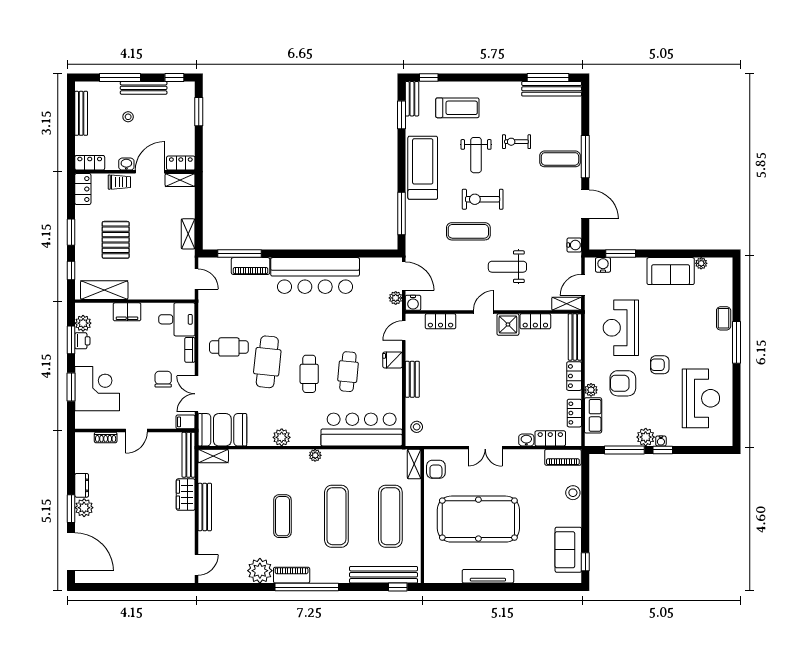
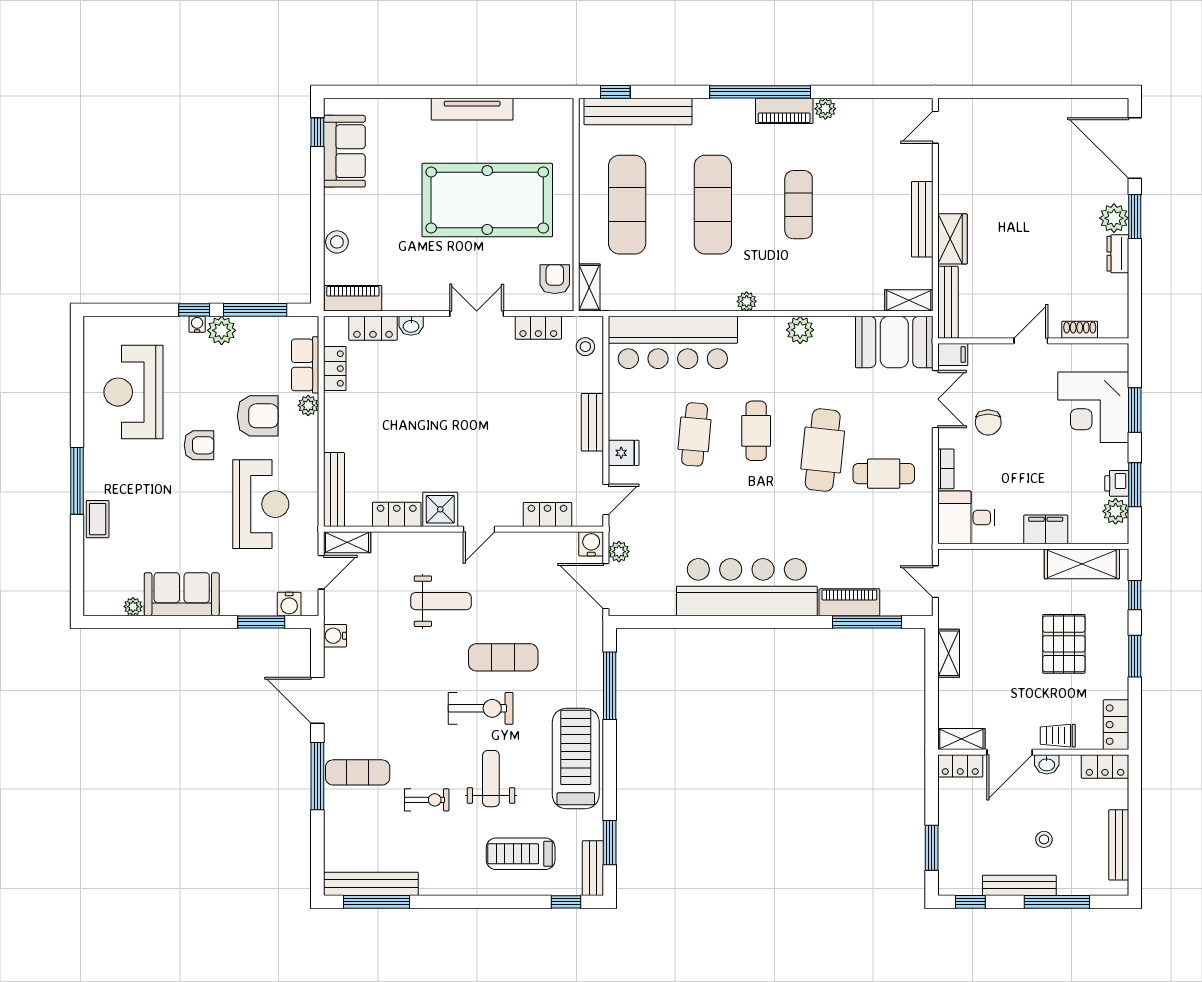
treadmill: (423, 168) -> (576, 758), turned 180
locker: (574, 376) -> (538, 328), moved, turned 90
plant: (260, 571) -> (825, 109), width x0.53, depth x0.53

